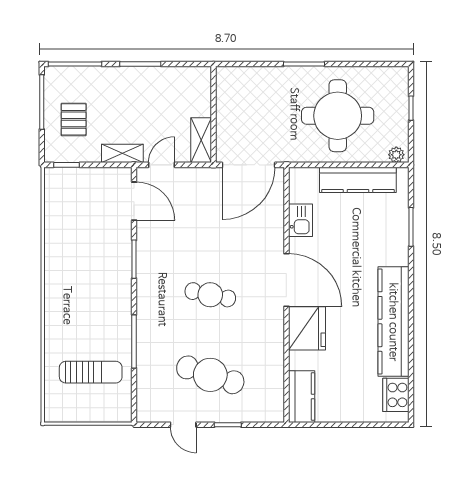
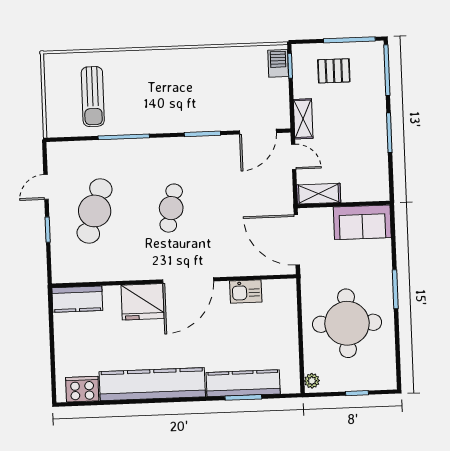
sofa: (233, 96) -> (362, 222), added
barbecue: (64, 177) -> (278, 63), added
kitchen counter: (358, 180) -> (243, 383), moved, turned 90

